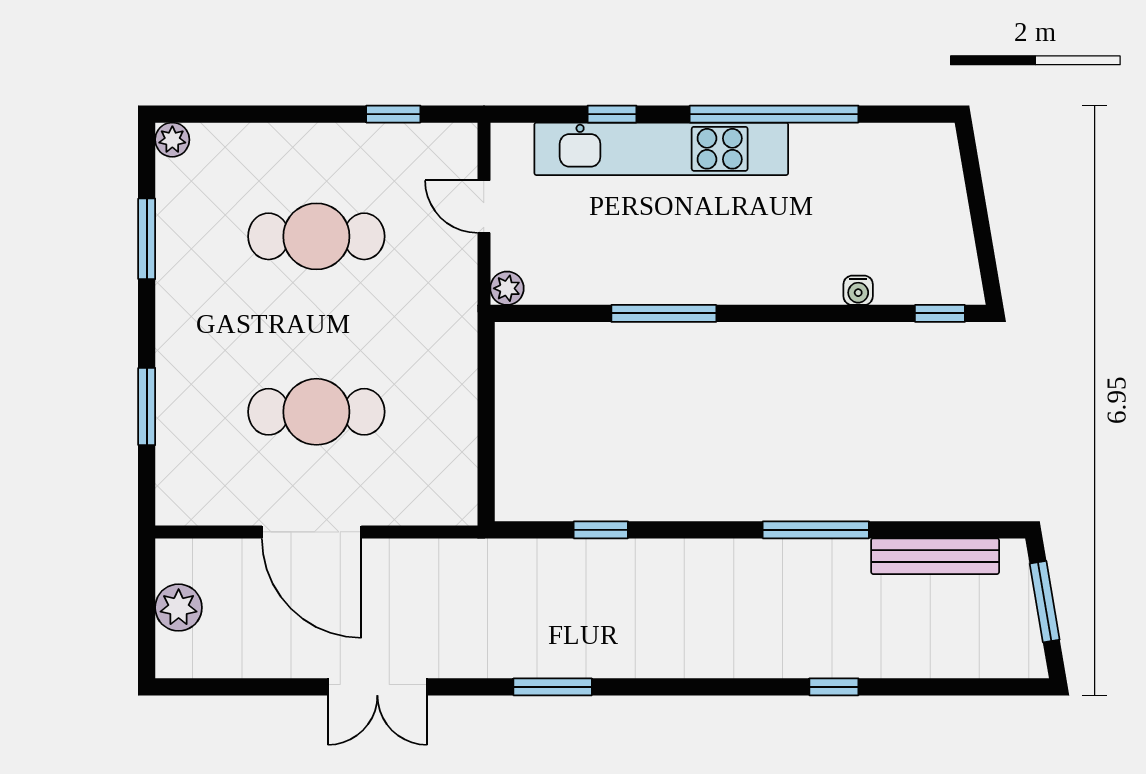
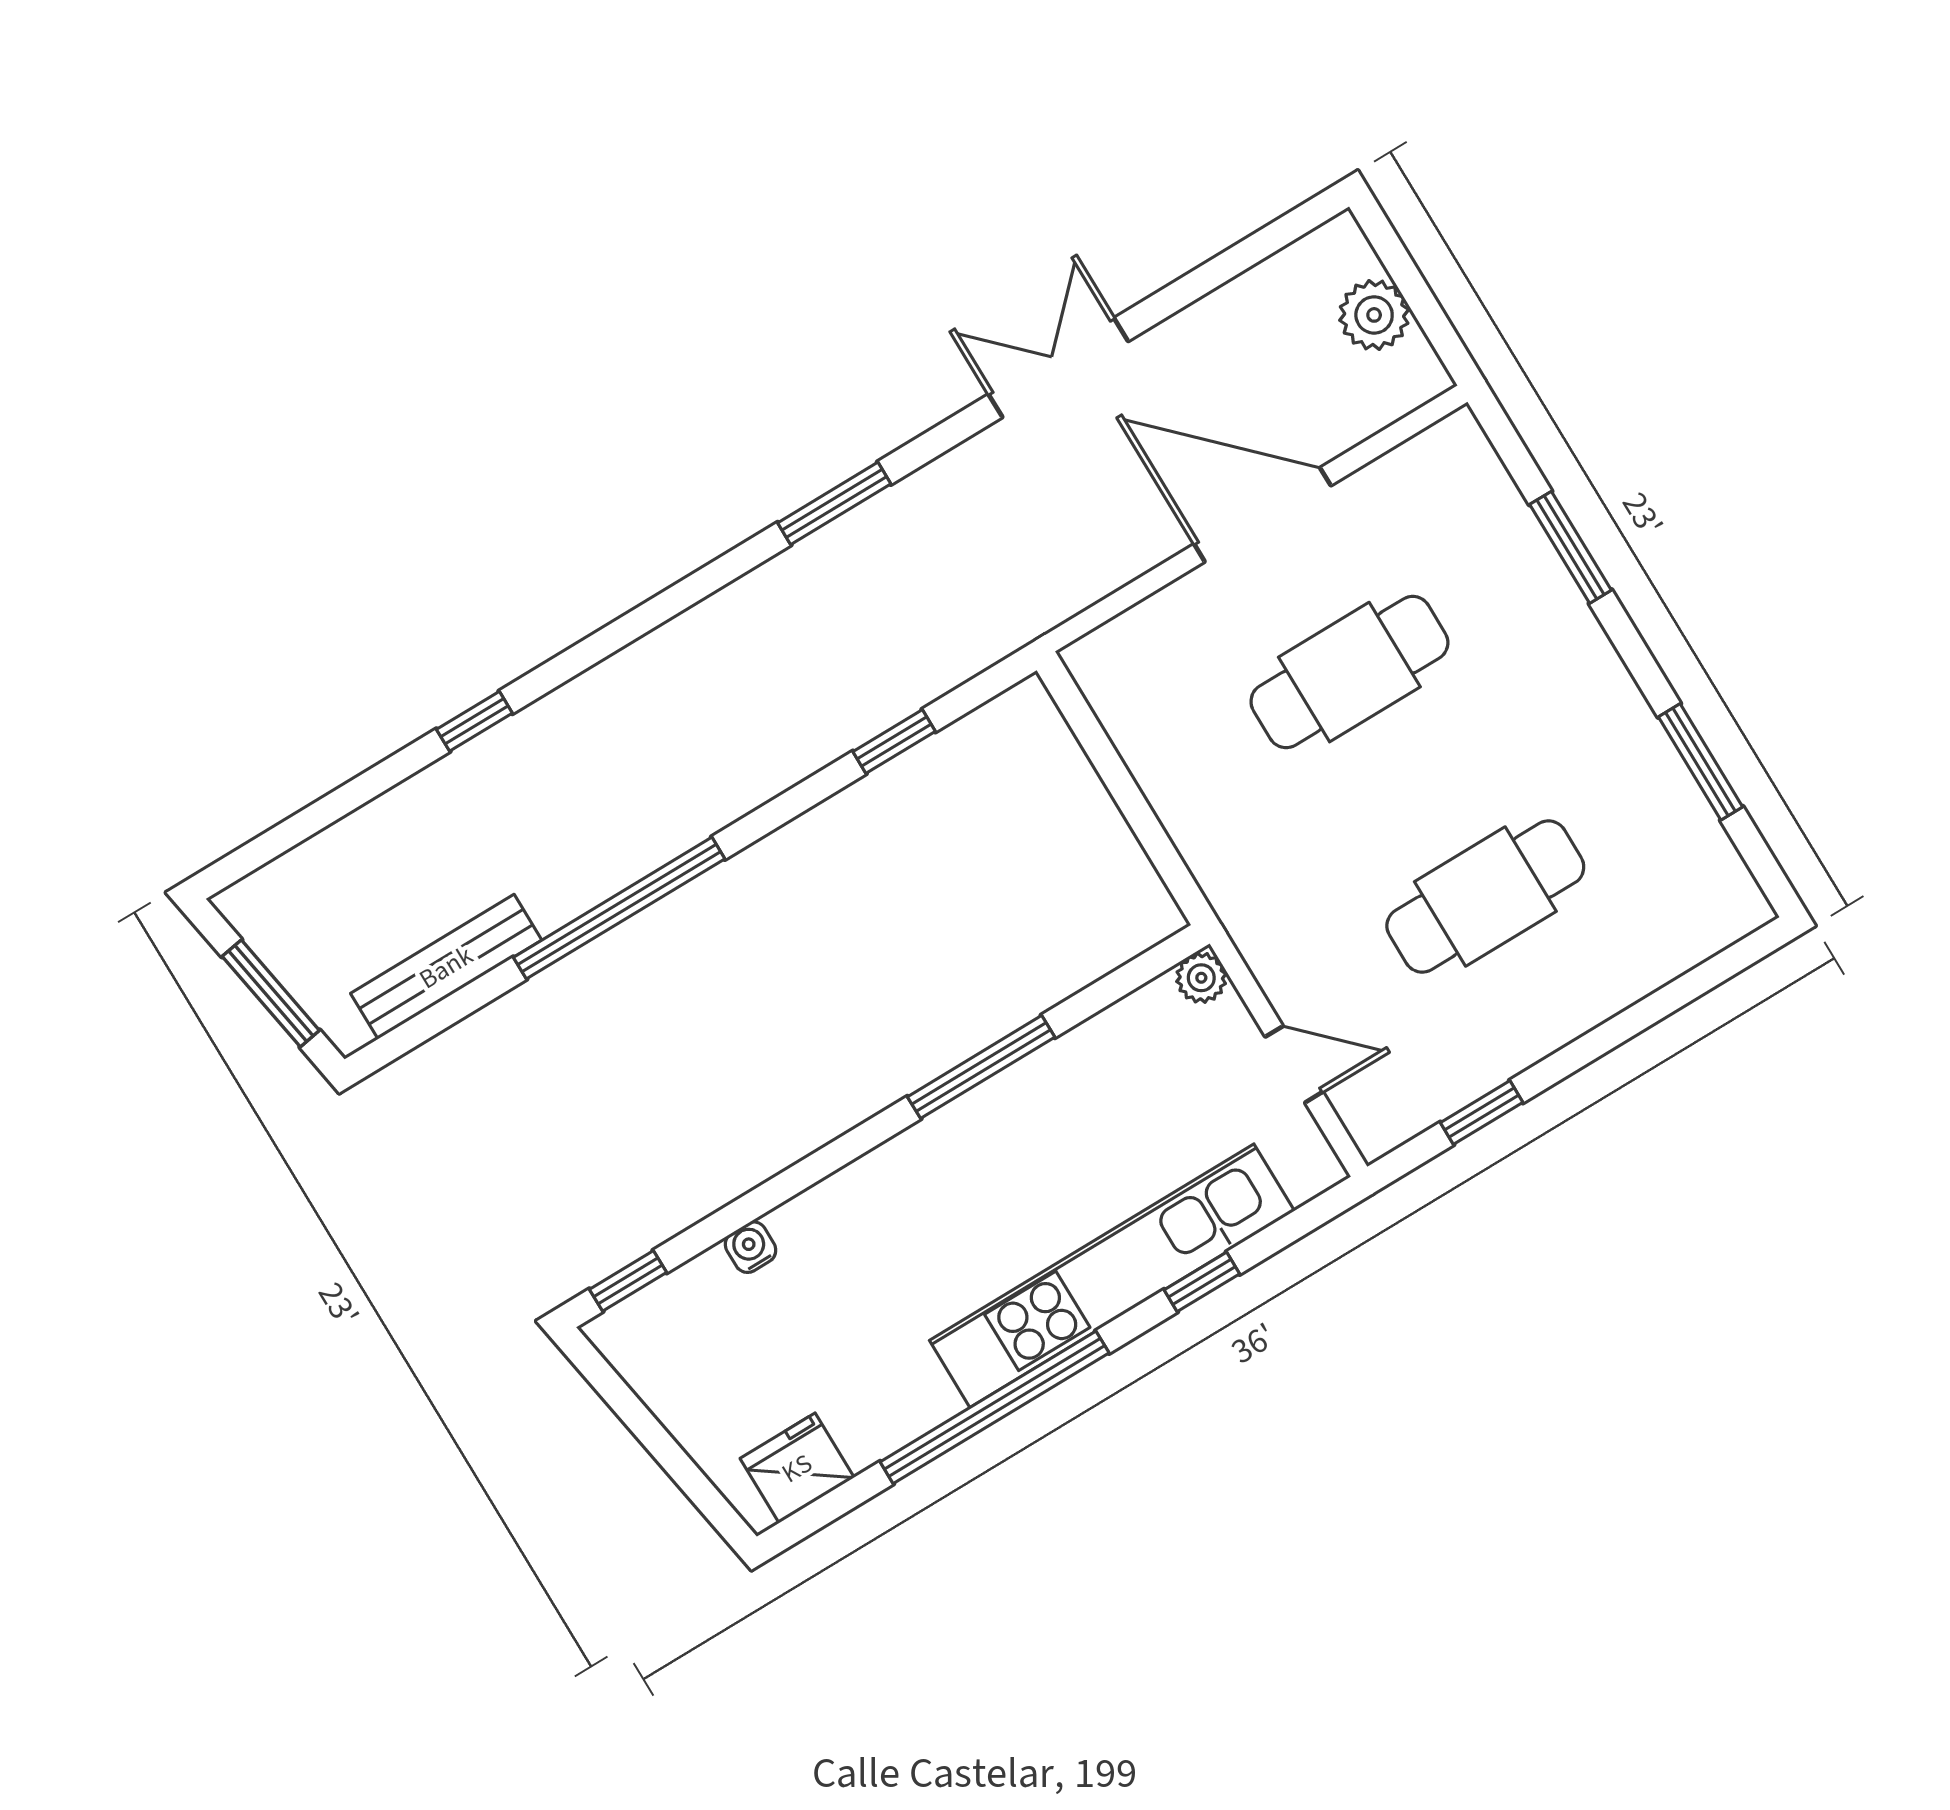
plant: (172, 140) -> (1745, 909), removed
fridge: (908, 148) -> (797, 1468), added
window: (816, 530) -> (619, 908), width x1.46

